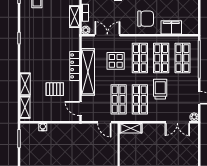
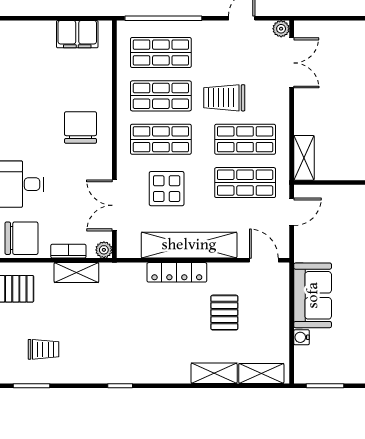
filing cabinet: (171, 27) -> (77, 34), moved, turned -90
door: (80, 109) -> (264, 260), swing flipped
sofa: (63, 132) -> (313, 295), added

